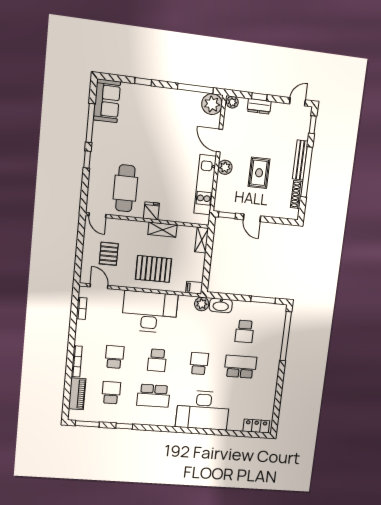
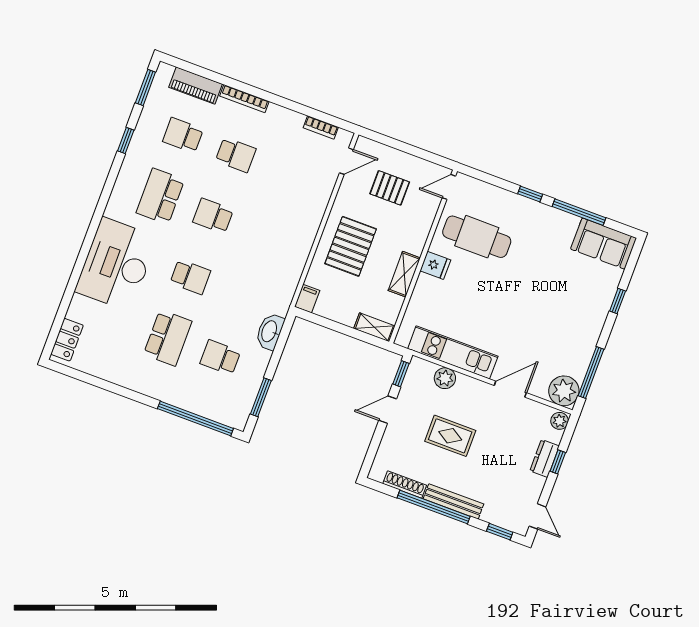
plant: (225, 167) -> (445, 378), moved
plant: (202, 304) -> (280, 304), removed
desk: (150, 312) -> (289, 224), removed
school desk: (111, 393) -> (183, 135), turned 180

